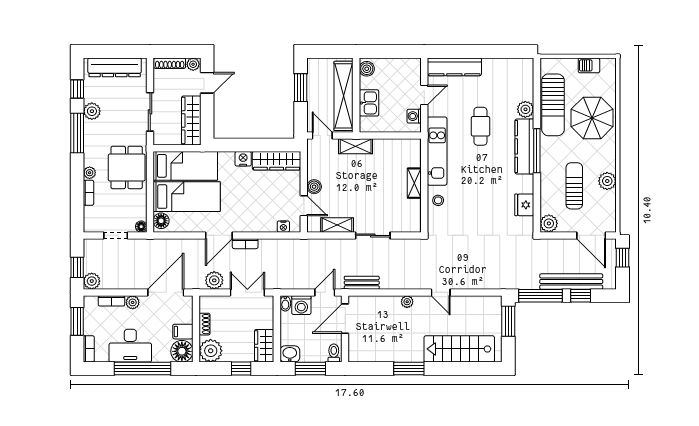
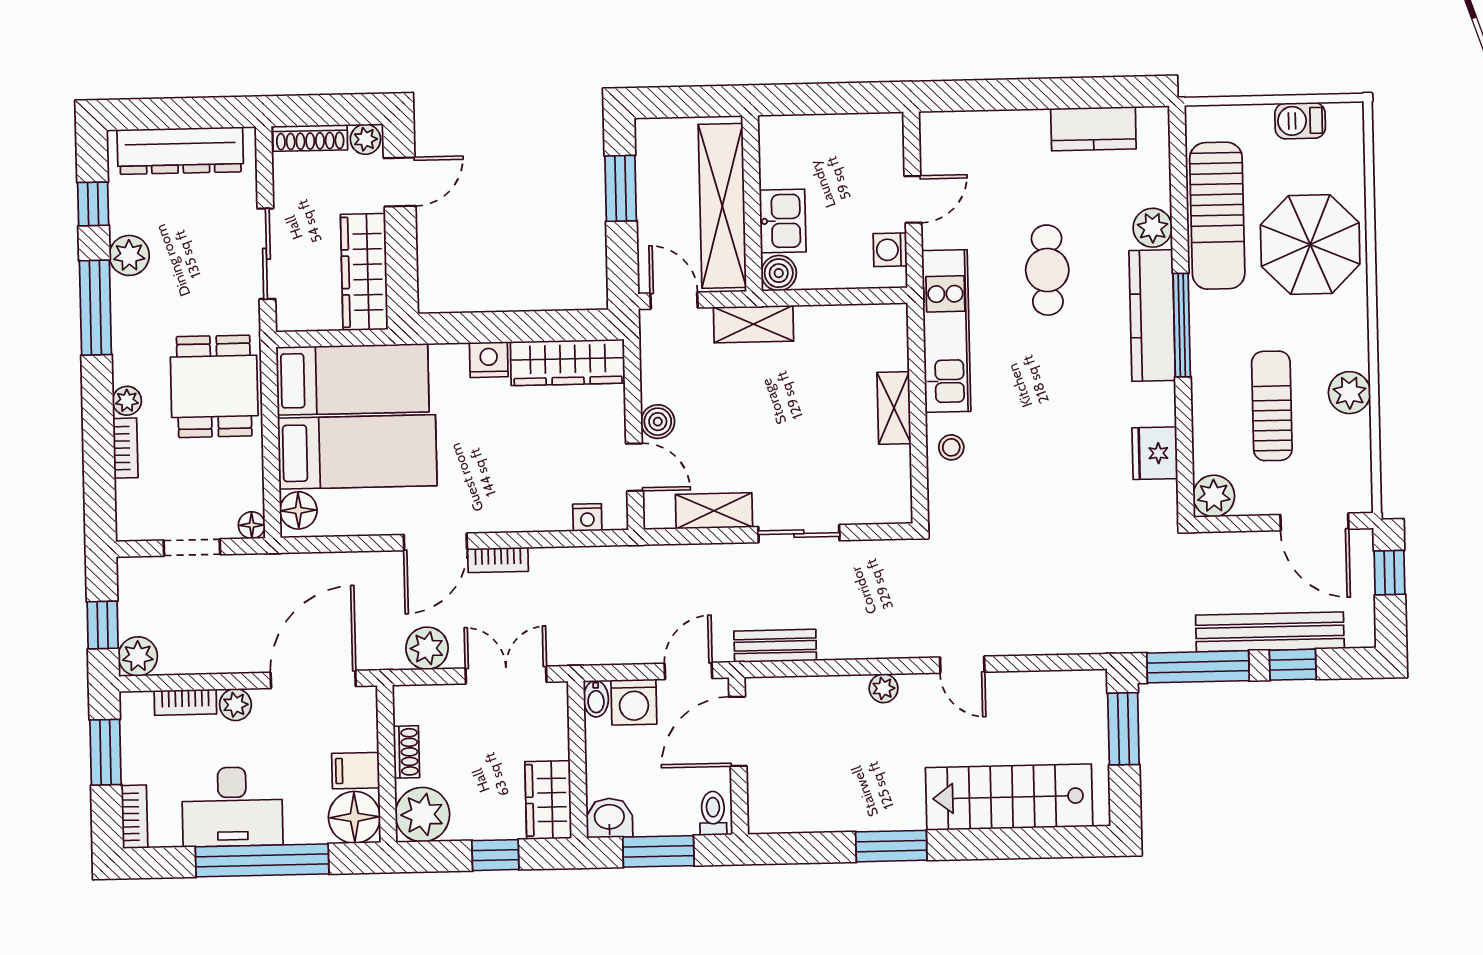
kitchen counter: (454, 67) -> (1093, 129), moved, width x0.67
boiler: (367, 69) -> (779, 273), moved

